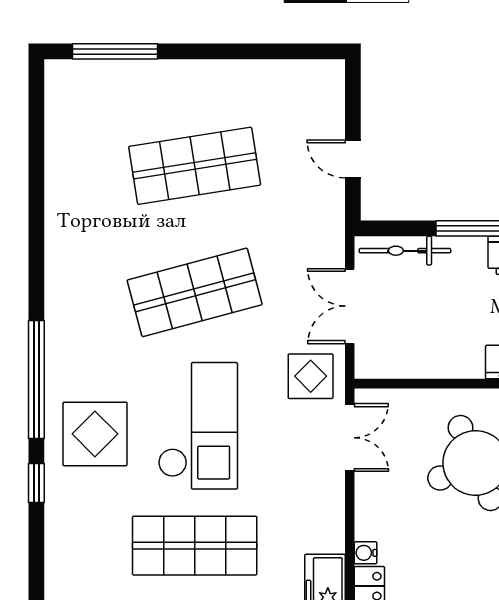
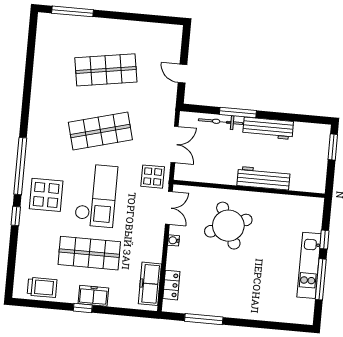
bicycle: (405, 251) -> (221, 122), moved
double door: (350, 306) -> (175, 144), swing flipped
water cooler: (366, 553) -> (174, 240), moved

